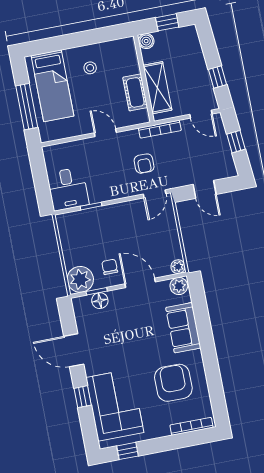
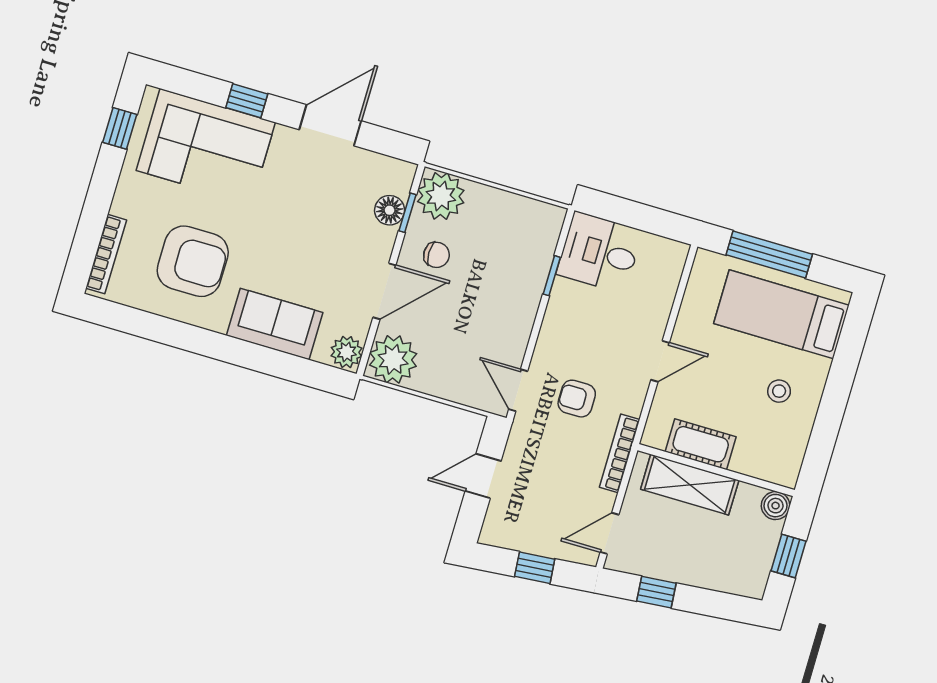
plant: (178, 267) -> (393, 359), width x1.87, depth x1.87

